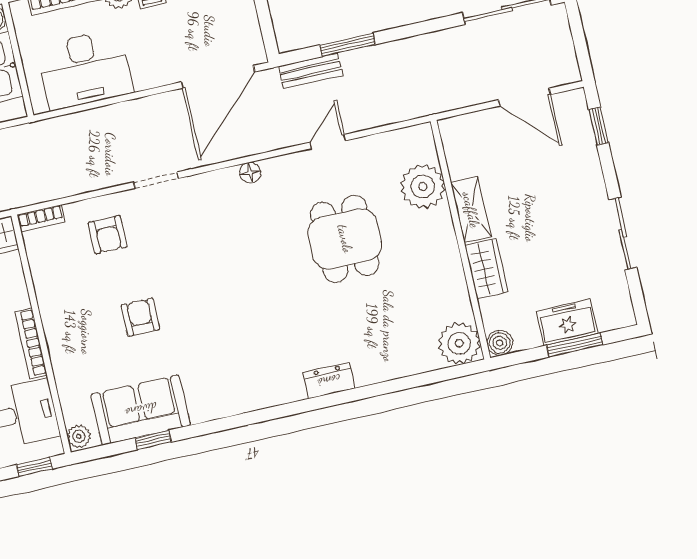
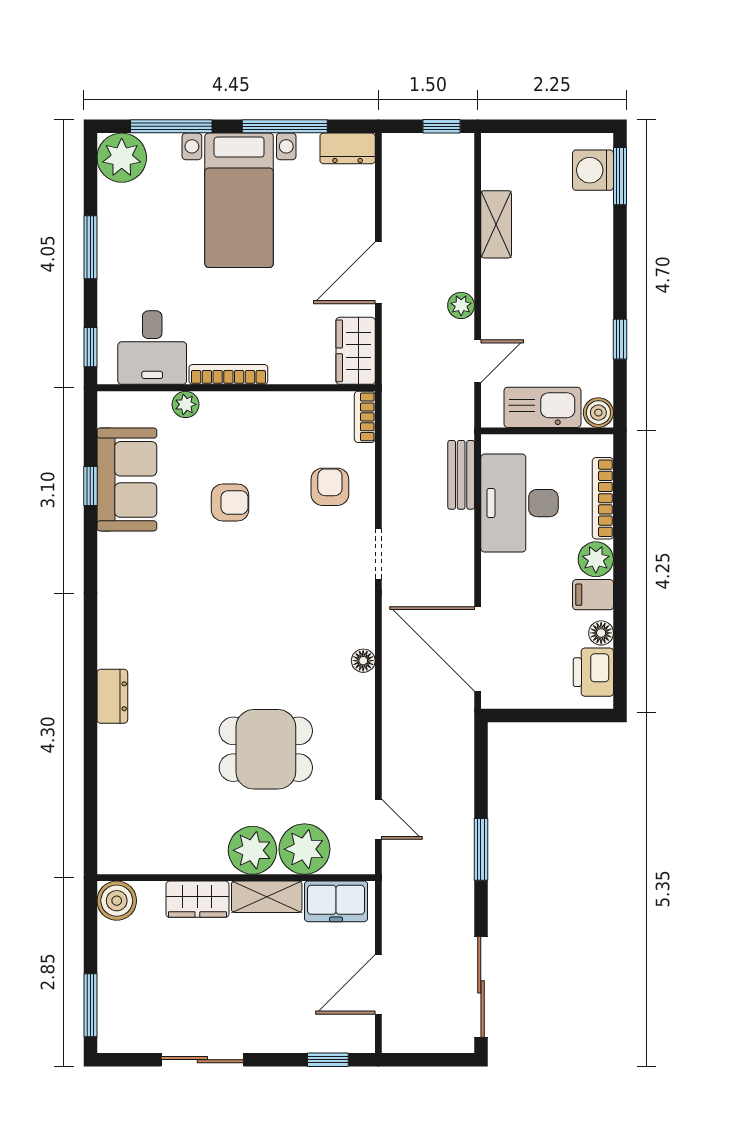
window: (347, 45) -> (481, 849), moved
bench: (311, 71) -> (461, 475), moved
door: (328, 142) -> (378, 819), moved
armchair: (108, 235) -> (330, 487), turned 90
freezer: (567, 322) -> (336, 901), moved, turned 90
plant: (459, 343) -> (252, 850), moved
boiler: (500, 343) -> (117, 901), width x1.36, depth x1.36
window: (575, 345) -> (90, 1005), moved
plant: (79, 436) -> (186, 404), moved

